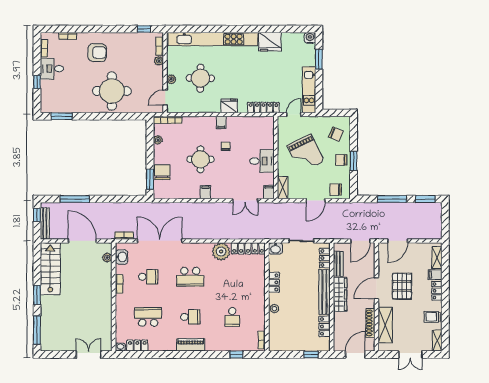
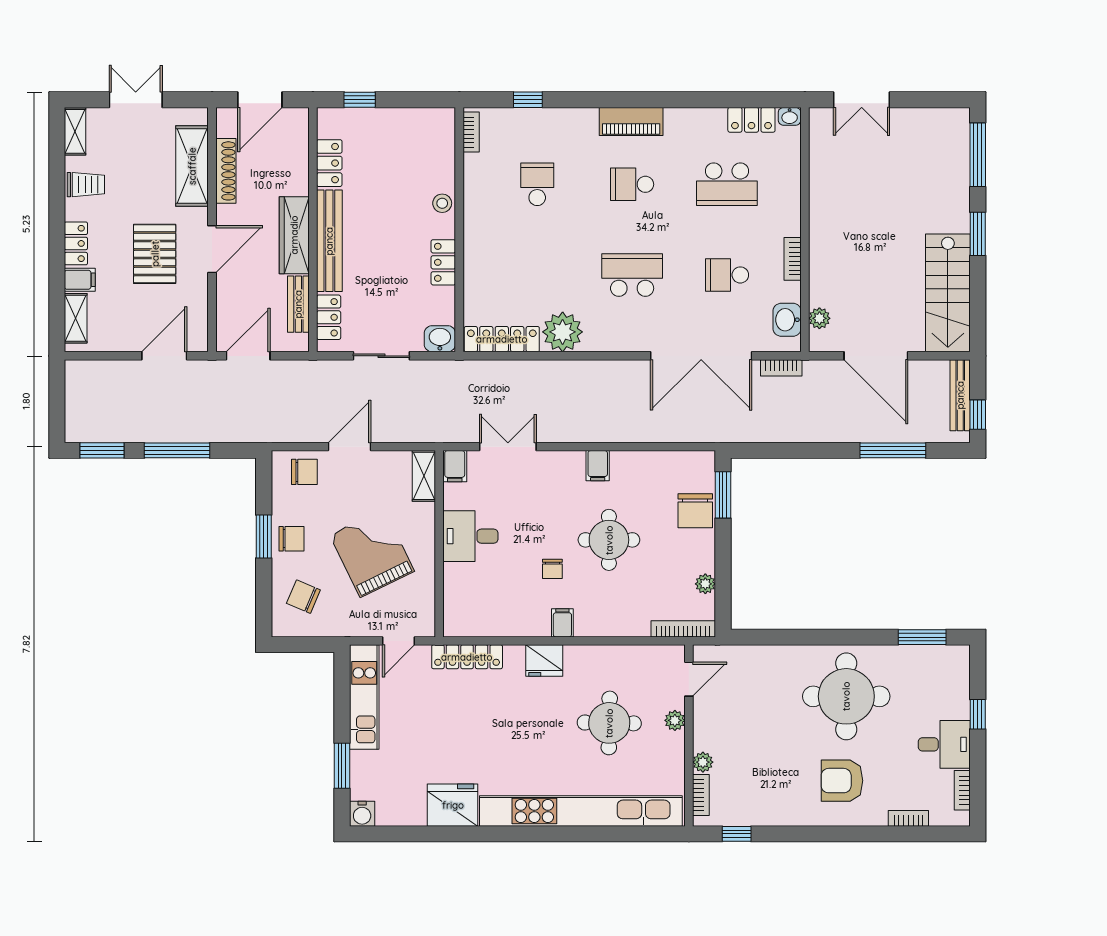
round table: (112, 91) -> (846, 696), moved

